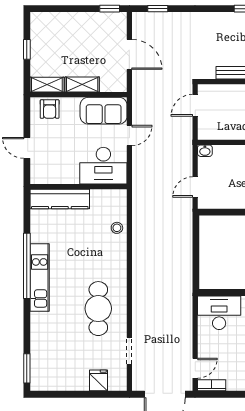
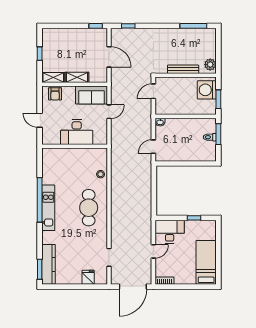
desk: (103, 166) -> (77, 132), moved
kitchen counter: (60, 199) -> (49, 264), moved, turned -90
cafe table: (98, 309) -> (89, 208), moved
door: (195, 368) -> (153, 251), moved

